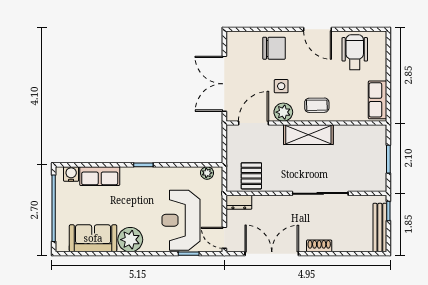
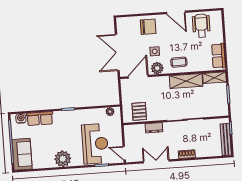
shelving: (369, 133) -> (214, 78), added
shelving: (308, 135) -> (186, 81), moved
dresser: (239, 202) -> (154, 128), moved
reception desk: (181, 220) -> (95, 144), turned 180
sofa: (93, 238) -> (22, 154), moved, turned 90
double door: (272, 254) -> (156, 161), width x0.73

